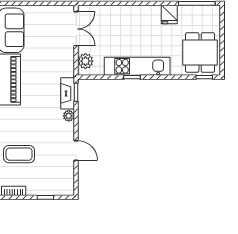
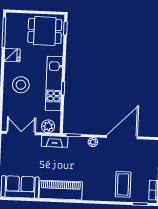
stool: (134, 26) -> (21, 85), added
fireplace: (68, 93) -> (55, 141), moved
door: (76, 151) -> (122, 137), width x1.88

